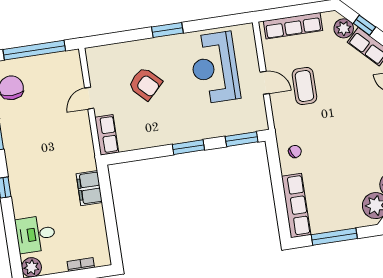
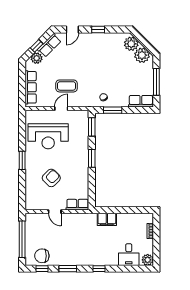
window: (275, 170) -> (113, 110), added
row of seats: (296, 206) -> (141, 101), width x0.68

